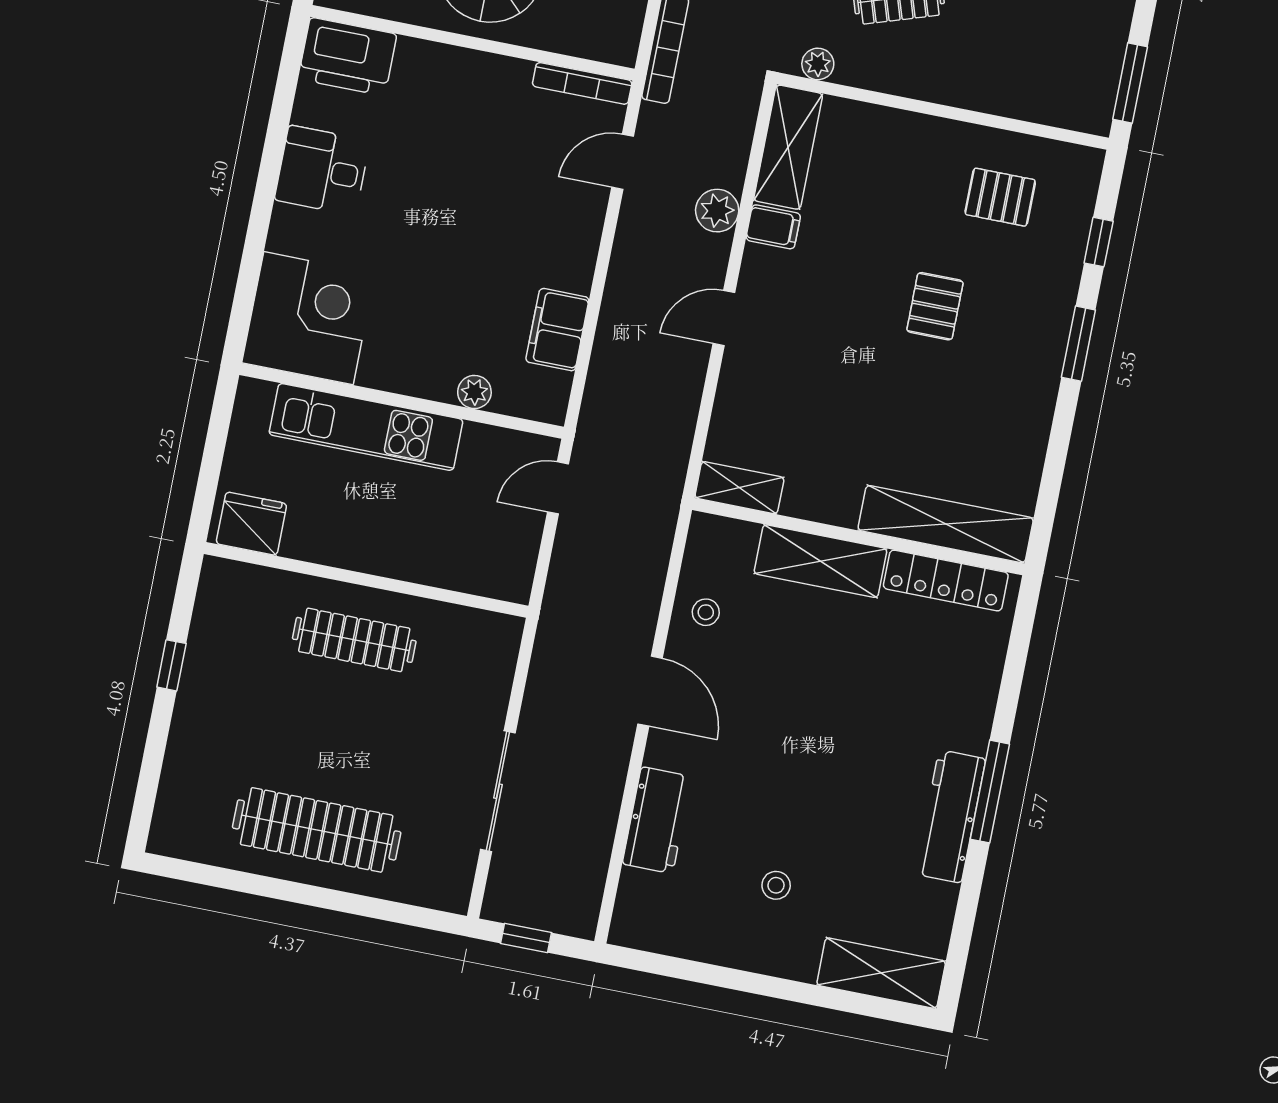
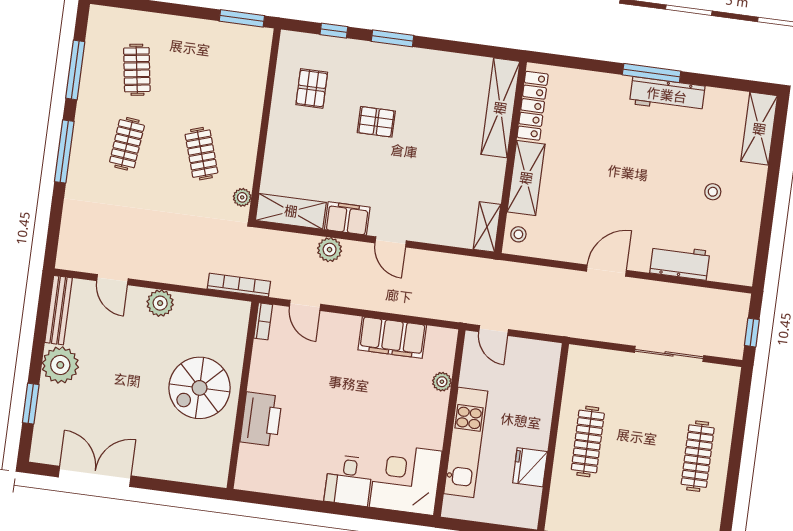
printer: (347, 57) -> (261, 419), moved
bookcase: (582, 83) -> (263, 321), width x0.64
desk: (322, 170) -> (349, 480), moved
filing cabinet: (773, 227) -> (347, 218), width x2.00
filing cabinet: (557, 330) -> (392, 338), width x1.50, depth x1.17
fridge: (251, 524) -> (530, 467), moved
stool: (706, 612) -> (518, 234), moved
clothes rail: (317, 830) -> (698, 456), width x0.73, depth x0.76

